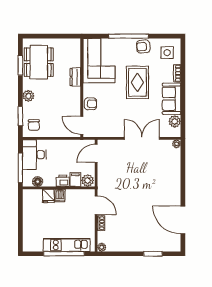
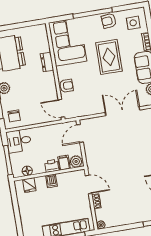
desk: (34, 155) -> (19, 141), width x0.73
fridge: (48, 196) -> (29, 185), moved

